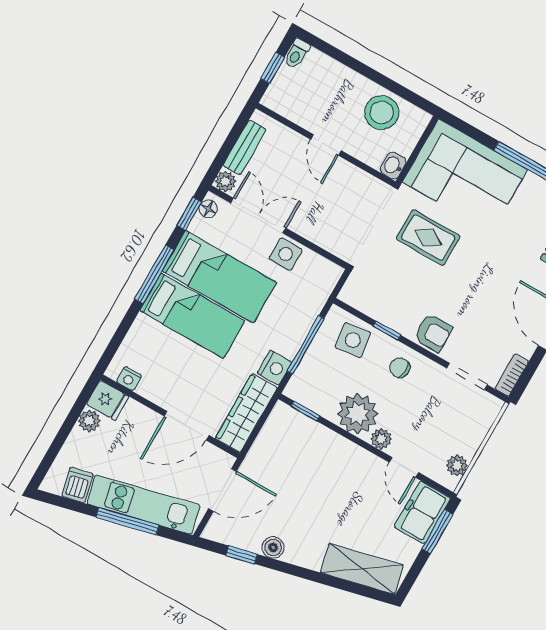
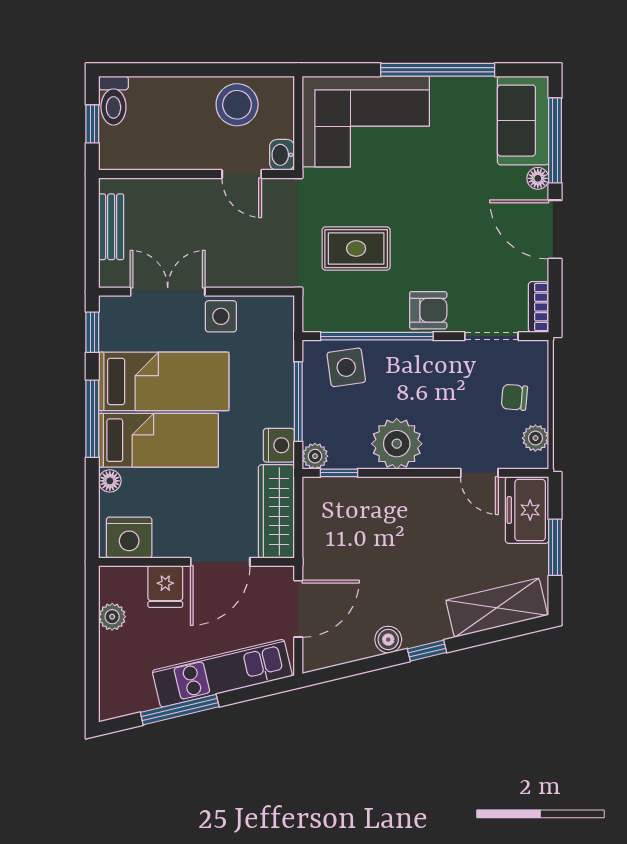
toilet: (297, 54) -> (113, 101), width x1.37, depth x1.39
door: (326, 145) -> (242, 174), moved
plant: (225, 181) -> (111, 275), removed
floor lamp: (208, 209) -> (110, 481), moved
rug: (428, 238) -> (356, 249), moved
window: (387, 331) -> (377, 336), width x3.17
chair: (400, 368) -> (514, 397), moved
nightstand: (129, 379) -> (129, 538), width x1.89, depth x1.79
fridge: (108, 400) -> (165, 587), moved, turned 90
plant: (381, 439) -> (315, 456), moved
dishwasher: (77, 485) -> (139, 693), removed
window: (127, 521) -> (180, 710), moved
window: (437, 532) -> (555, 547), moved
window: (242, 555) -> (427, 651), moved

